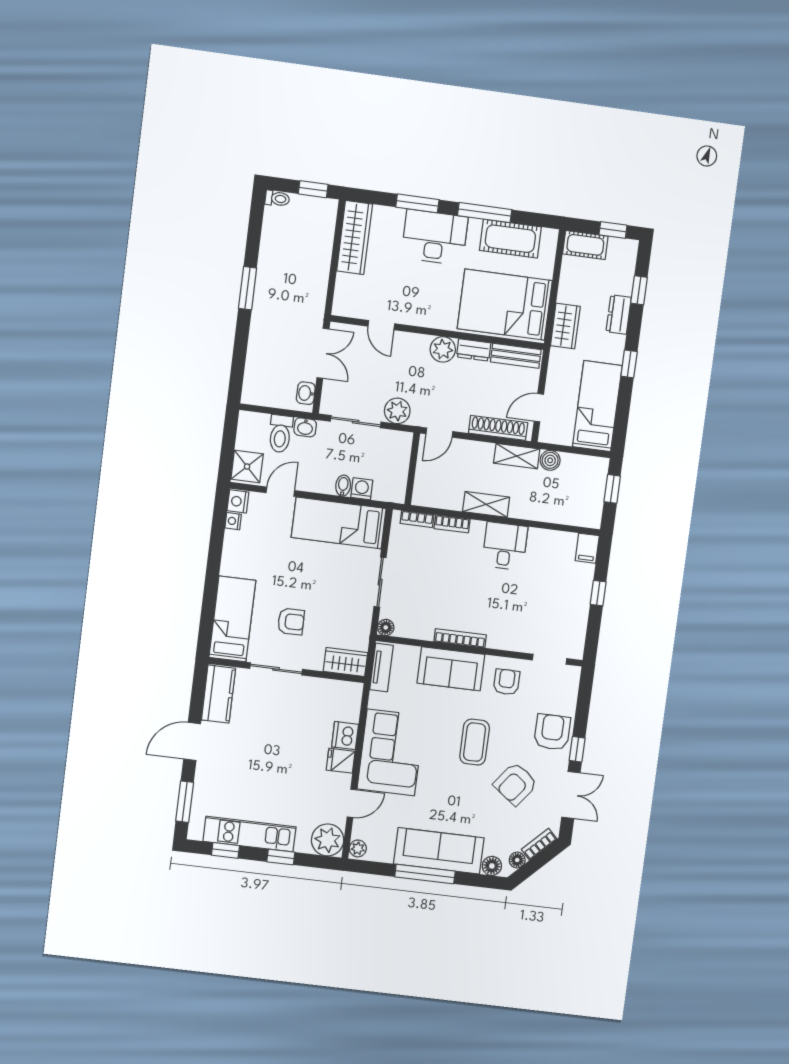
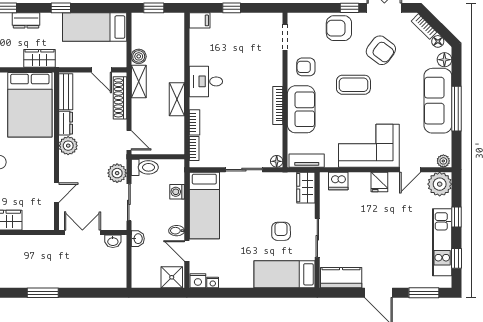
toilet: (280, 434) -> (145, 167), moved
bidet: (343, 486) -> (177, 231), moved
dishwasher: (345, 736) -> (338, 181), moved
door: (352, 803) -> (410, 170), swing flipped

